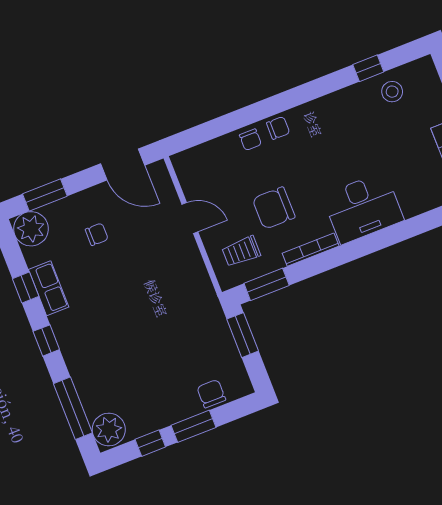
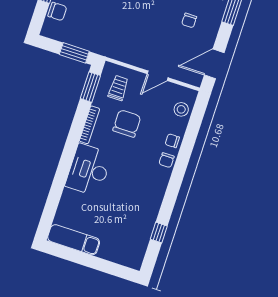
stool: (392, 92) -> (181, 109), moved

